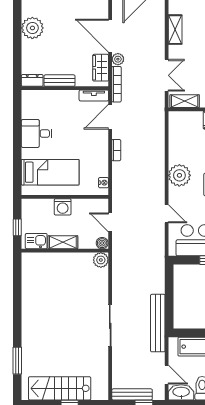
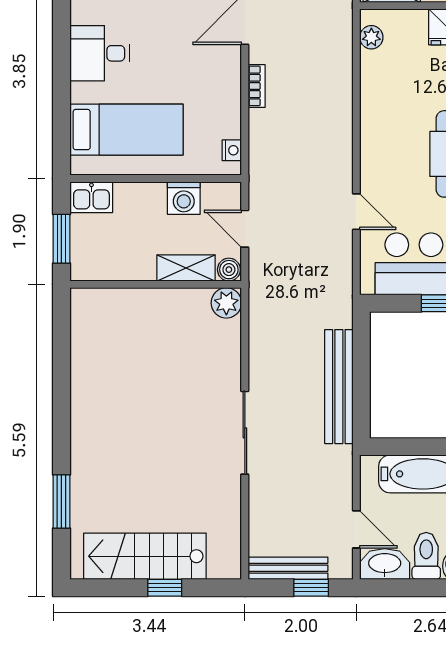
plant: (179, 175) -> (371, 37), moved, width x0.53, depth x0.53
washing machine: (63, 207) -> (184, 198), moved
window: (17, 227) -> (61, 239), width x1.50
kitchen sink: (36, 241) -> (91, 197), moved, turned 180
shelving: (63, 242) -> (186, 268), moved
bench: (158, 323) -> (339, 387), moved

